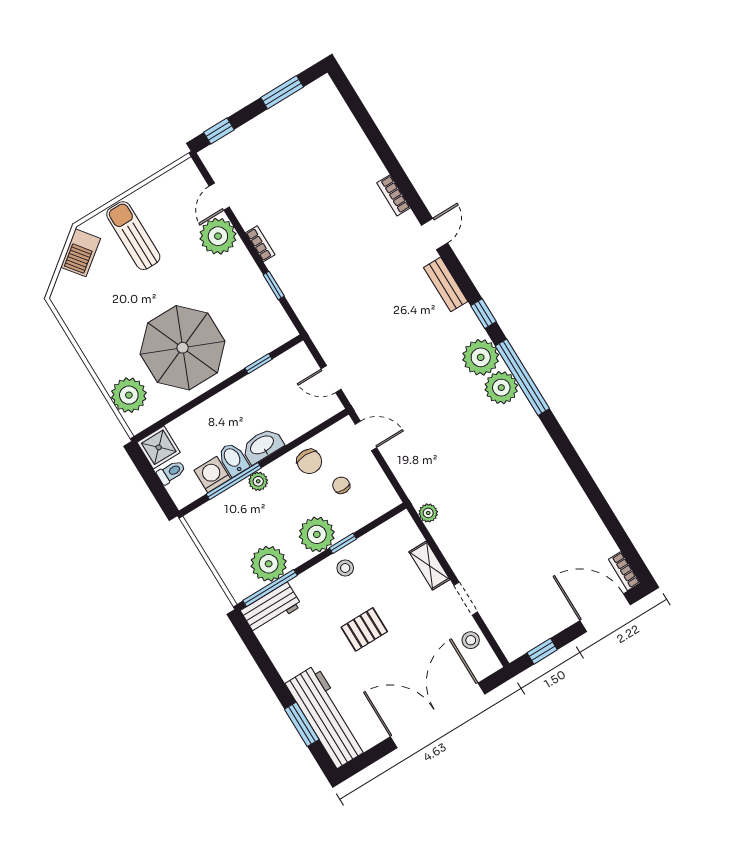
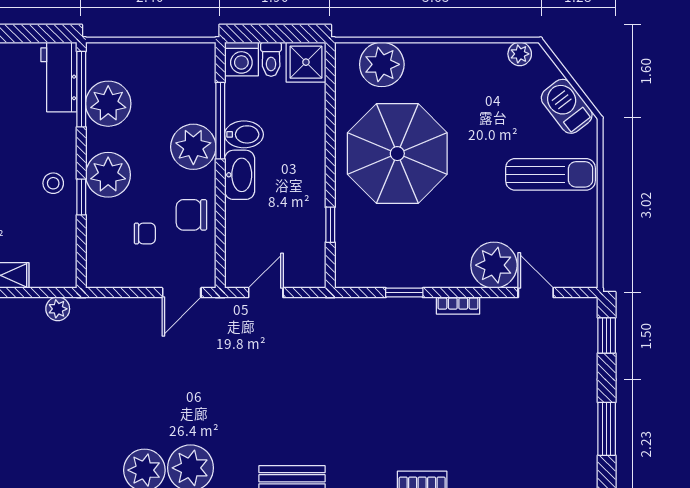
plant: (65, 306) -> (520, 54), added
washing machine: (212, 475) -> (241, 59), moved, turned 90
plant: (258, 481) -> (193, 147), width x1.88, depth x1.88

